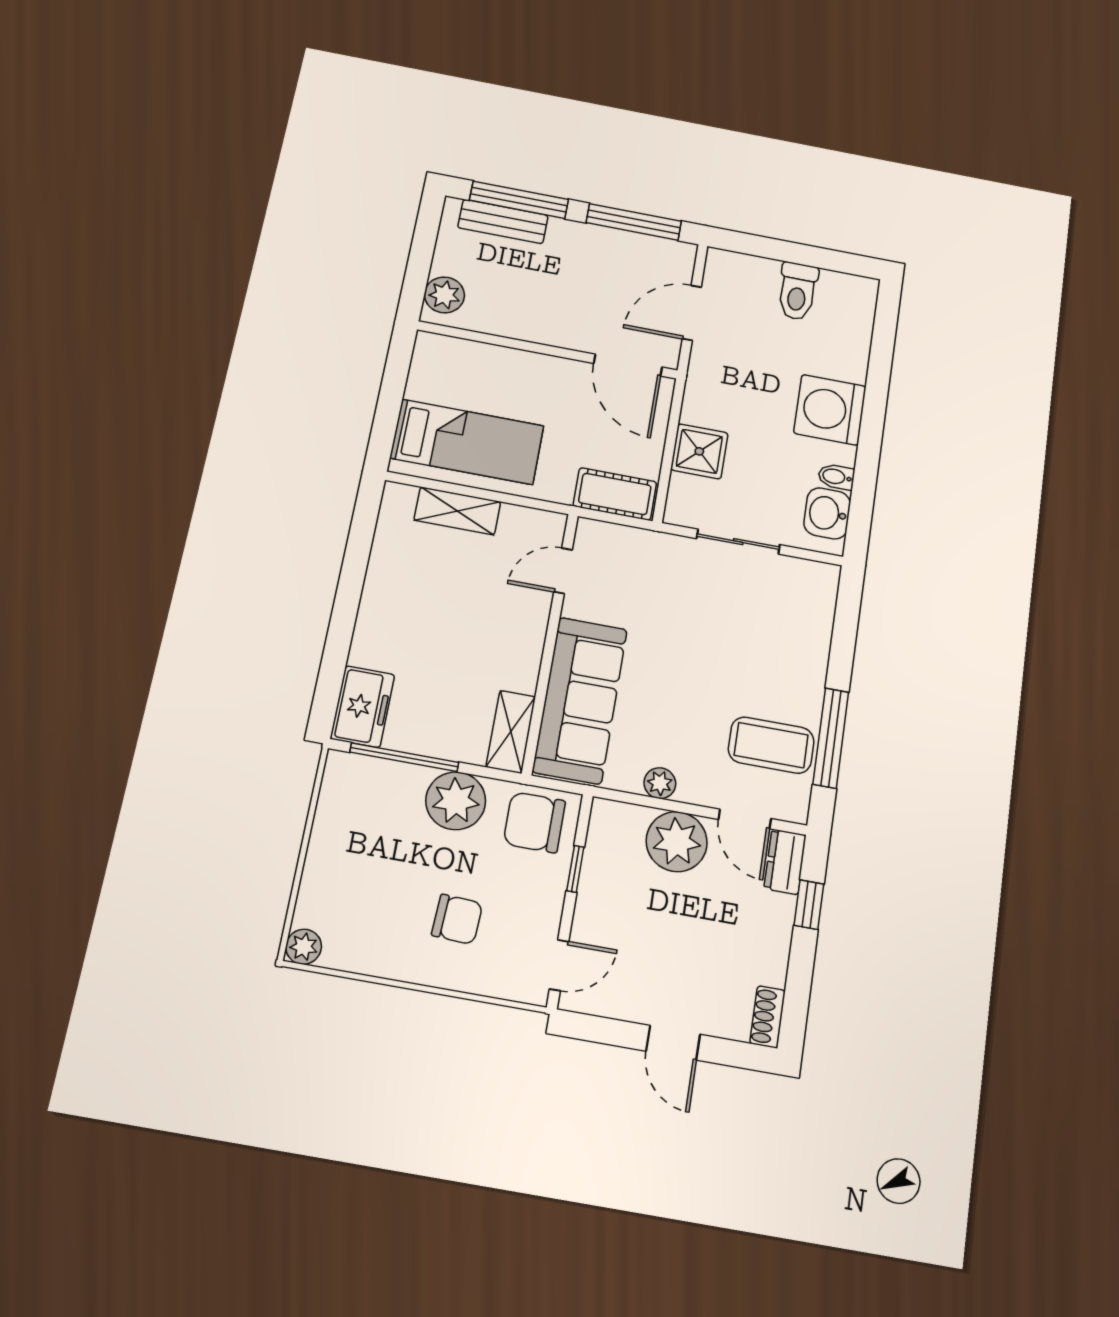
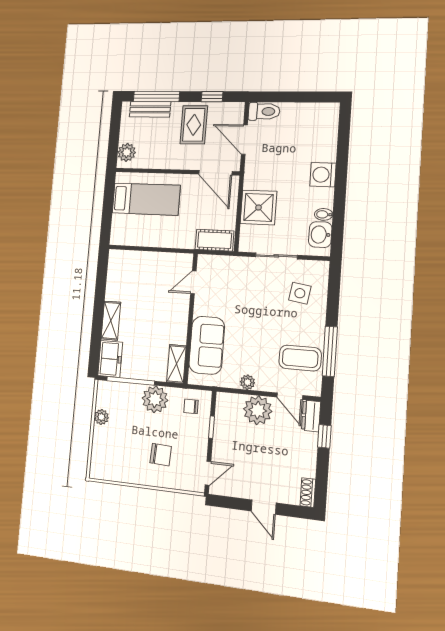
window: (634, 222) -> (212, 97), width x0.46
rug: (592, 267) -> (194, 125), added
toilet: (797, 291) -> (264, 111), moved, turned -90
door: (692, 313) -> (244, 139), hinge flipped
washing machine: (830, 410) -> (323, 175), width x0.73, depth x0.73
bed: (467, 442) -> (146, 199), moved
shower: (699, 451) -> (259, 207), width x1.36, depth x1.36
shelving: (457, 511) -> (111, 321), moved, turned 90
side table: (780, 619) -> (300, 293), added
sofa: (580, 700) -> (207, 345), width x0.73
chair: (534, 822) -> (191, 406), width x0.54, depth x0.54
plant: (304, 947) -> (101, 417), moved

